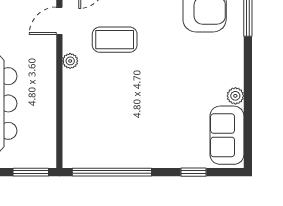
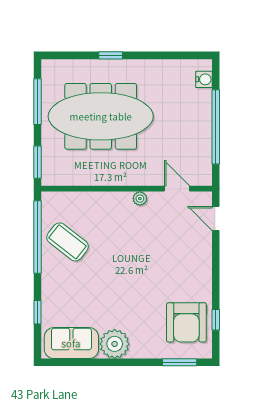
coffee table: (115, 40) -> (67, 242), moved, turned -52
plant: (235, 96) -> (115, 344), width x1.88, depth x1.88

